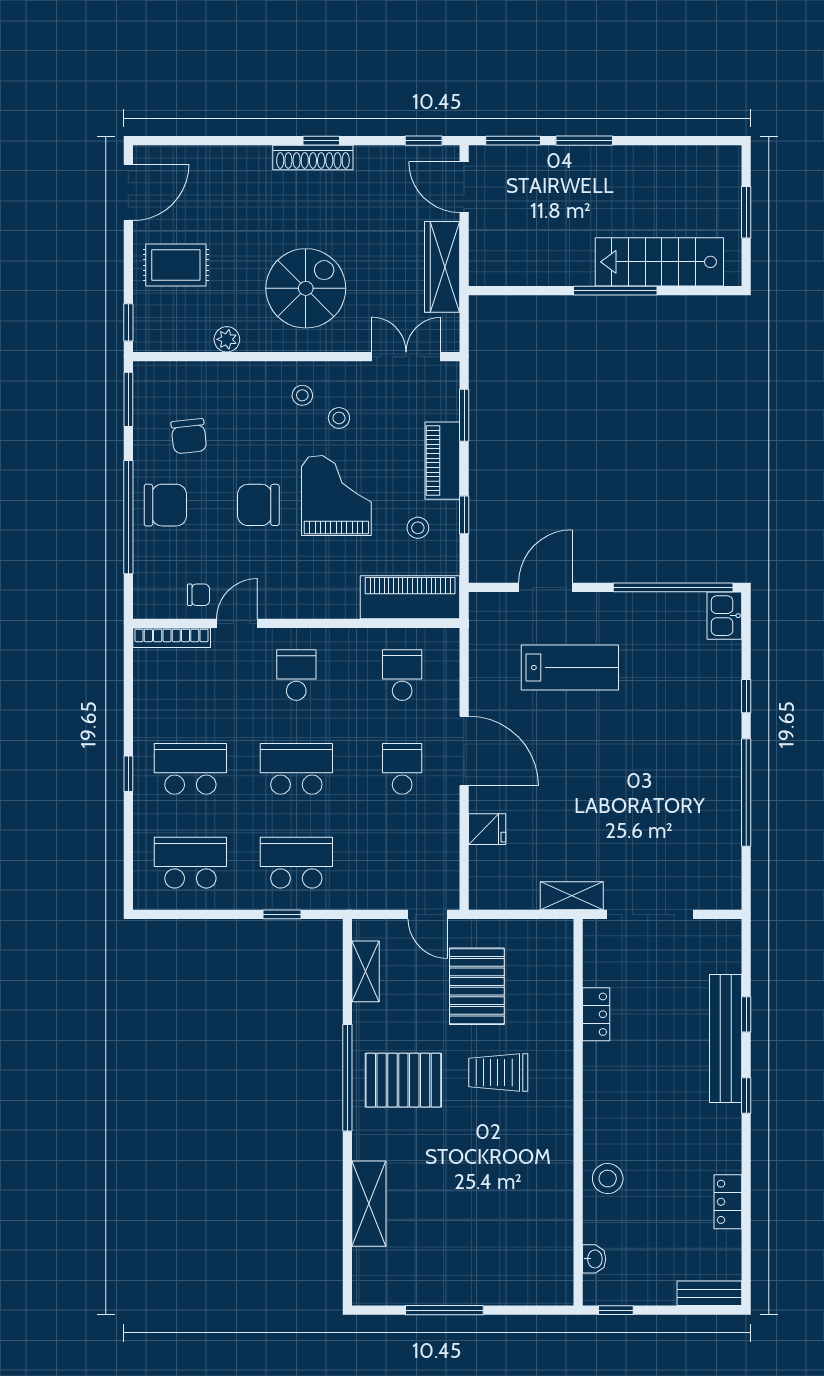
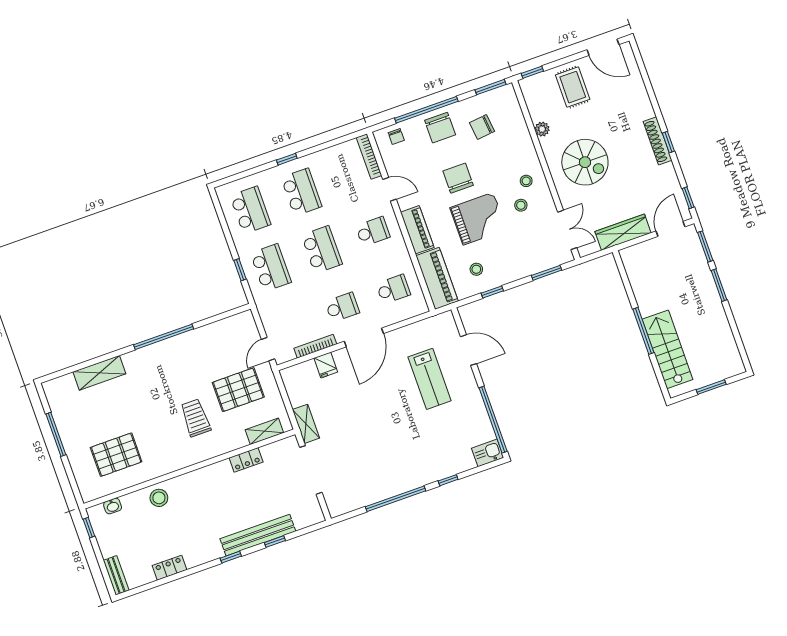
piano: (442, 461) -> (417, 230), moved, turned 90
chair: (198, 595) -> (396, 136), moved
bookcase: (450, 835) -> (315, 346), added
shelving: (365, 971) -> (264, 431), moved
pallet: (403, 1080) -> (116, 455), moved, turned 90

